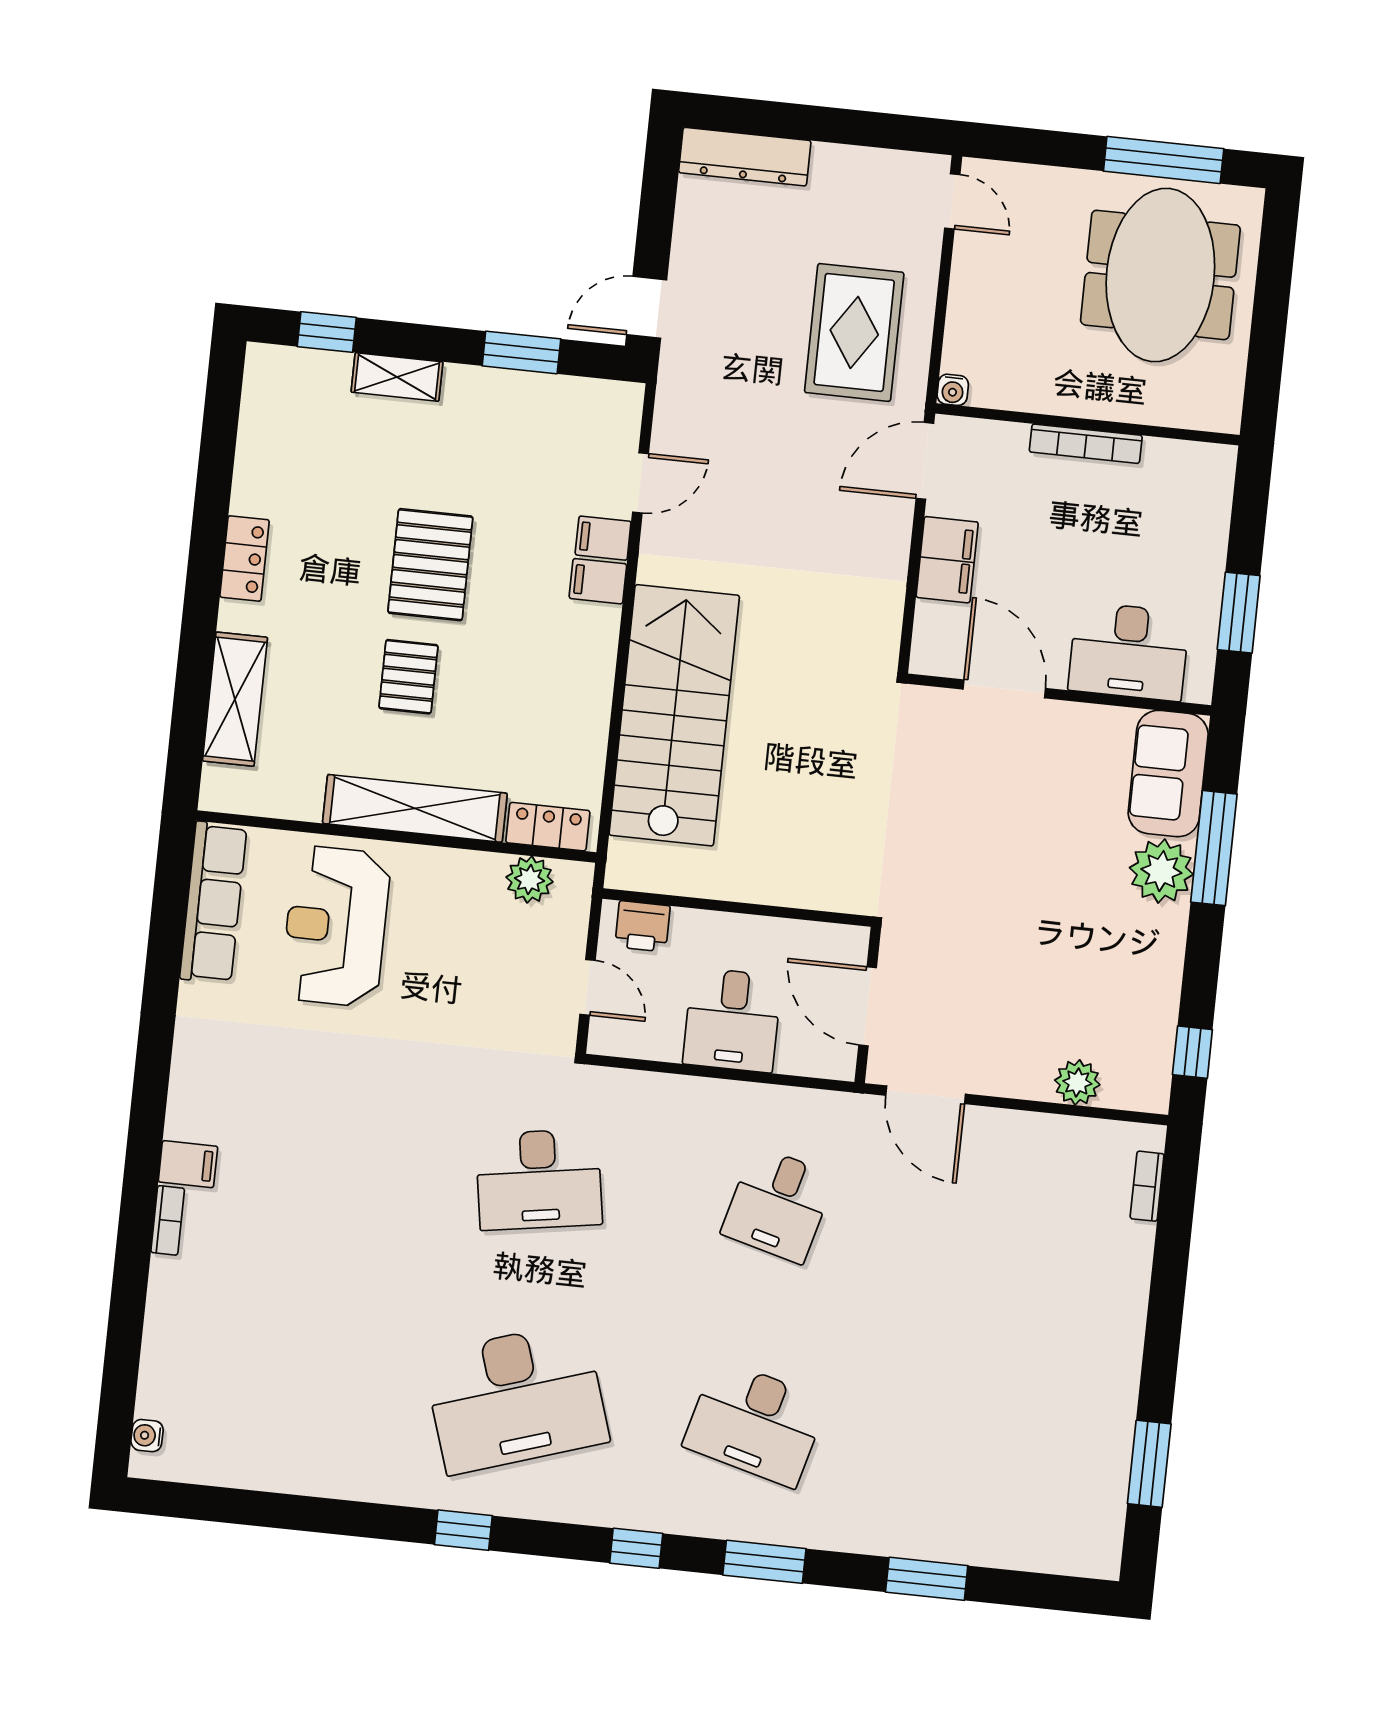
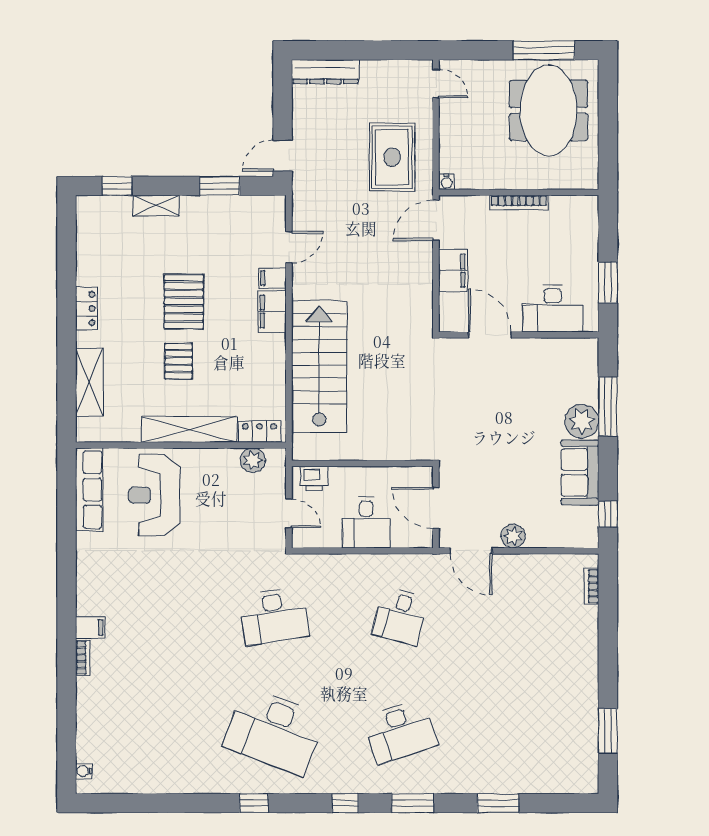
filing cabinet: (598, 581) -> (272, 312), width x2.00
sofa: (1168, 774) -> (580, 472), moved
plant: (1077, 1082) -> (513, 536), moved
desk: (516, 1398) -> (274, 731), turned 39
desk: (755, 1423) -> (400, 731), turned -33

